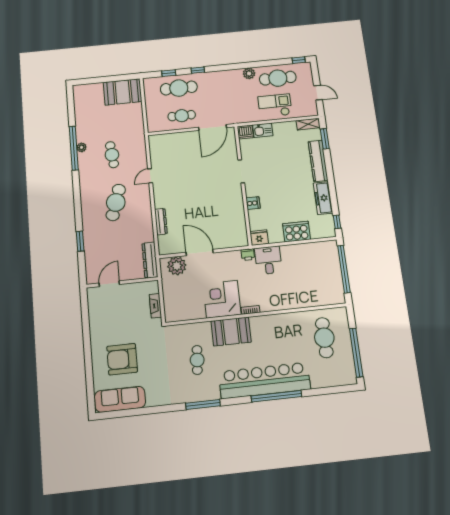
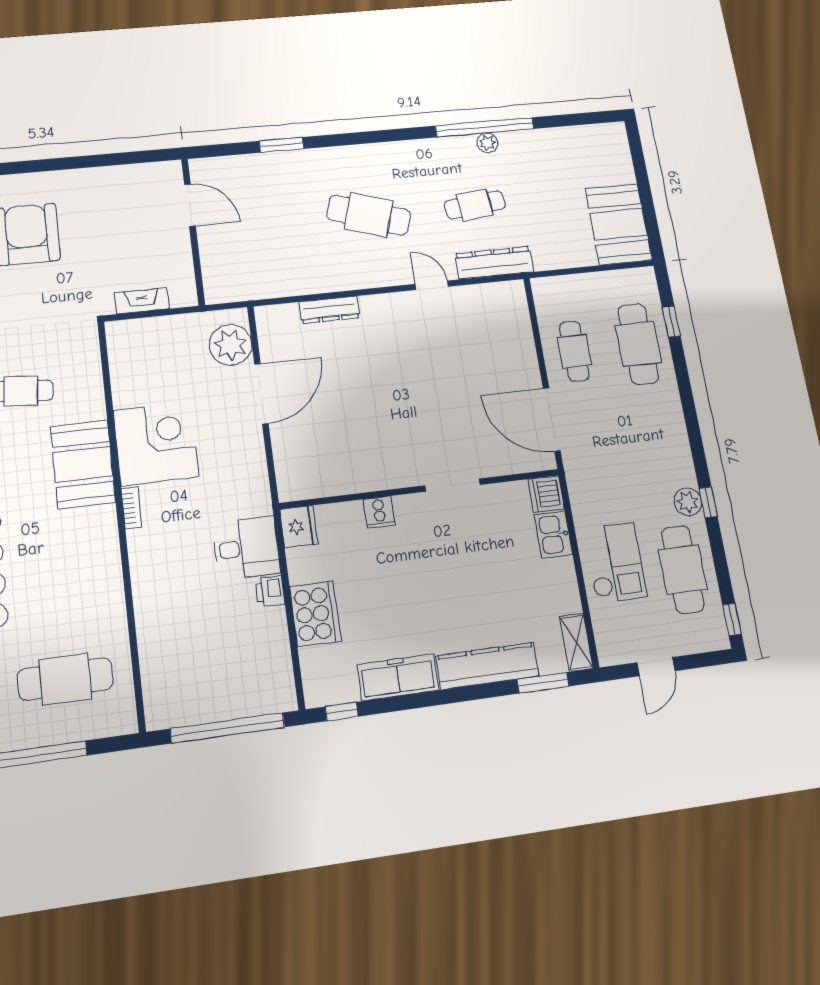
window: (198, 70) -> (708, 502), moved
printer: (248, 255) -> (270, 591), moved
dresser: (150, 260) -> (494, 263), moved

